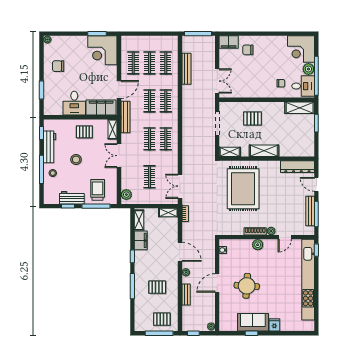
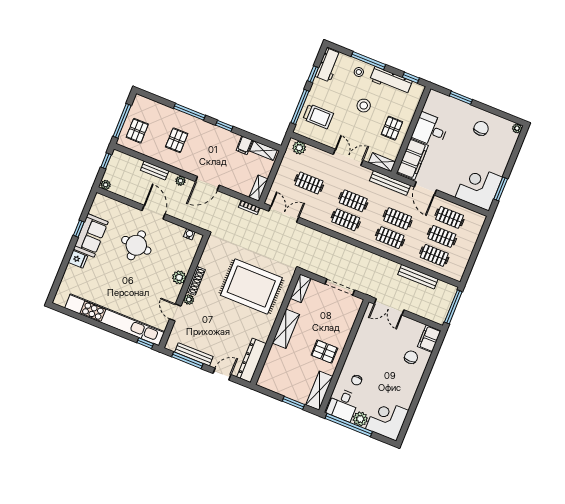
pallet: (252, 118) -> (324, 352), moved, turned 90
workbench: (72, 198) -> (328, 65), moved
filing cabinet: (141, 240) -> (244, 145), width x0.50

